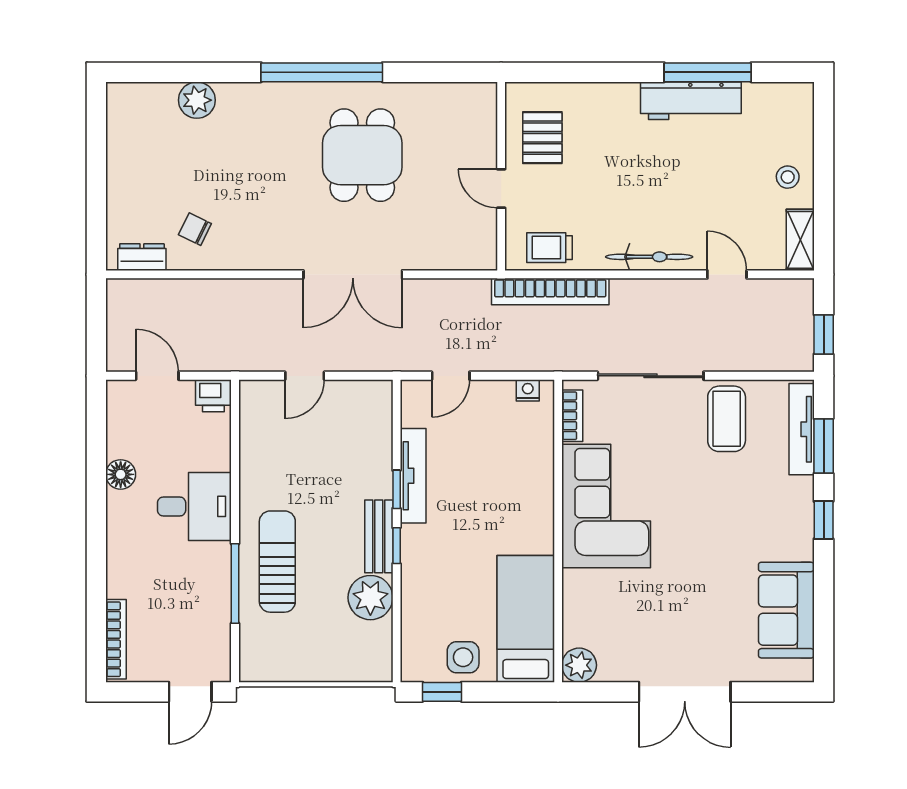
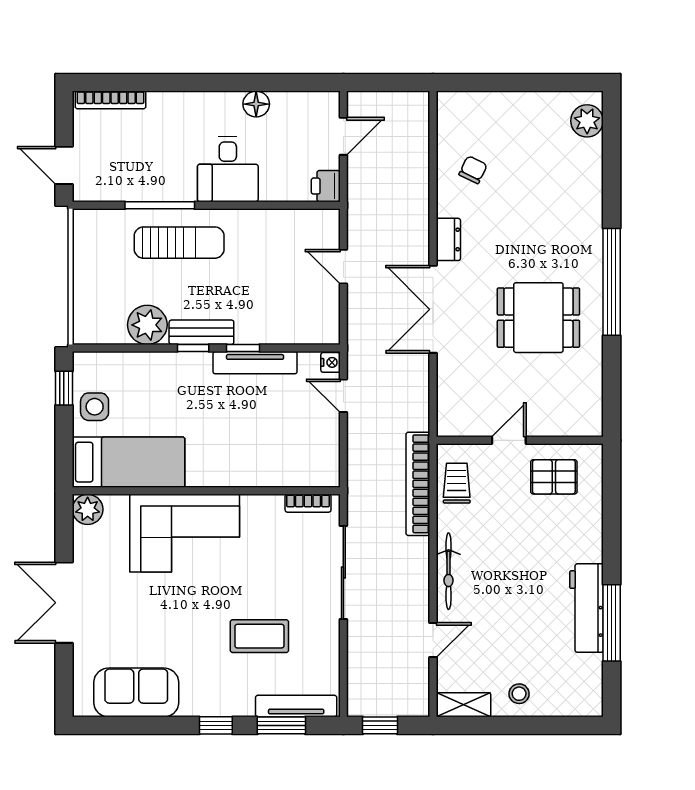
plant: (197, 100) -> (587, 121), moved
dresser: (142, 257) -> (448, 239), moved
nightstand: (528, 390) -> (331, 362), moved
coffee table: (727, 419) -> (259, 636), moved
corner sofa: (606, 506) -> (185, 533), moved

